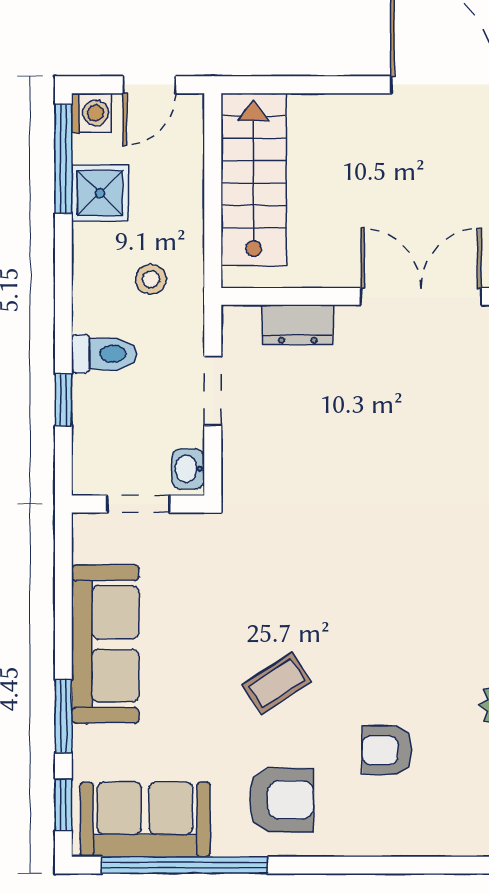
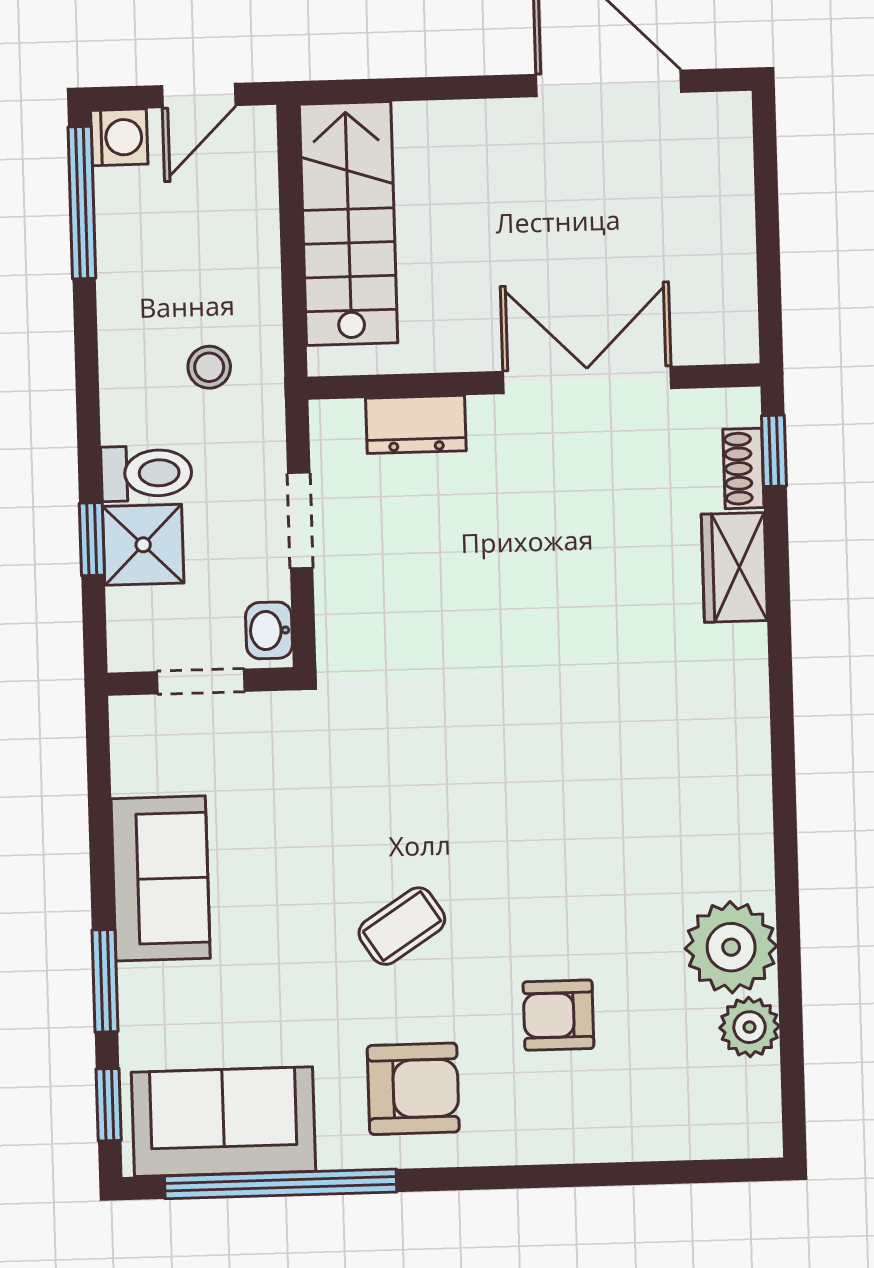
shower: (100, 193) -> (143, 545), moved
sofa: (105, 644) -> (161, 878), width x0.73

